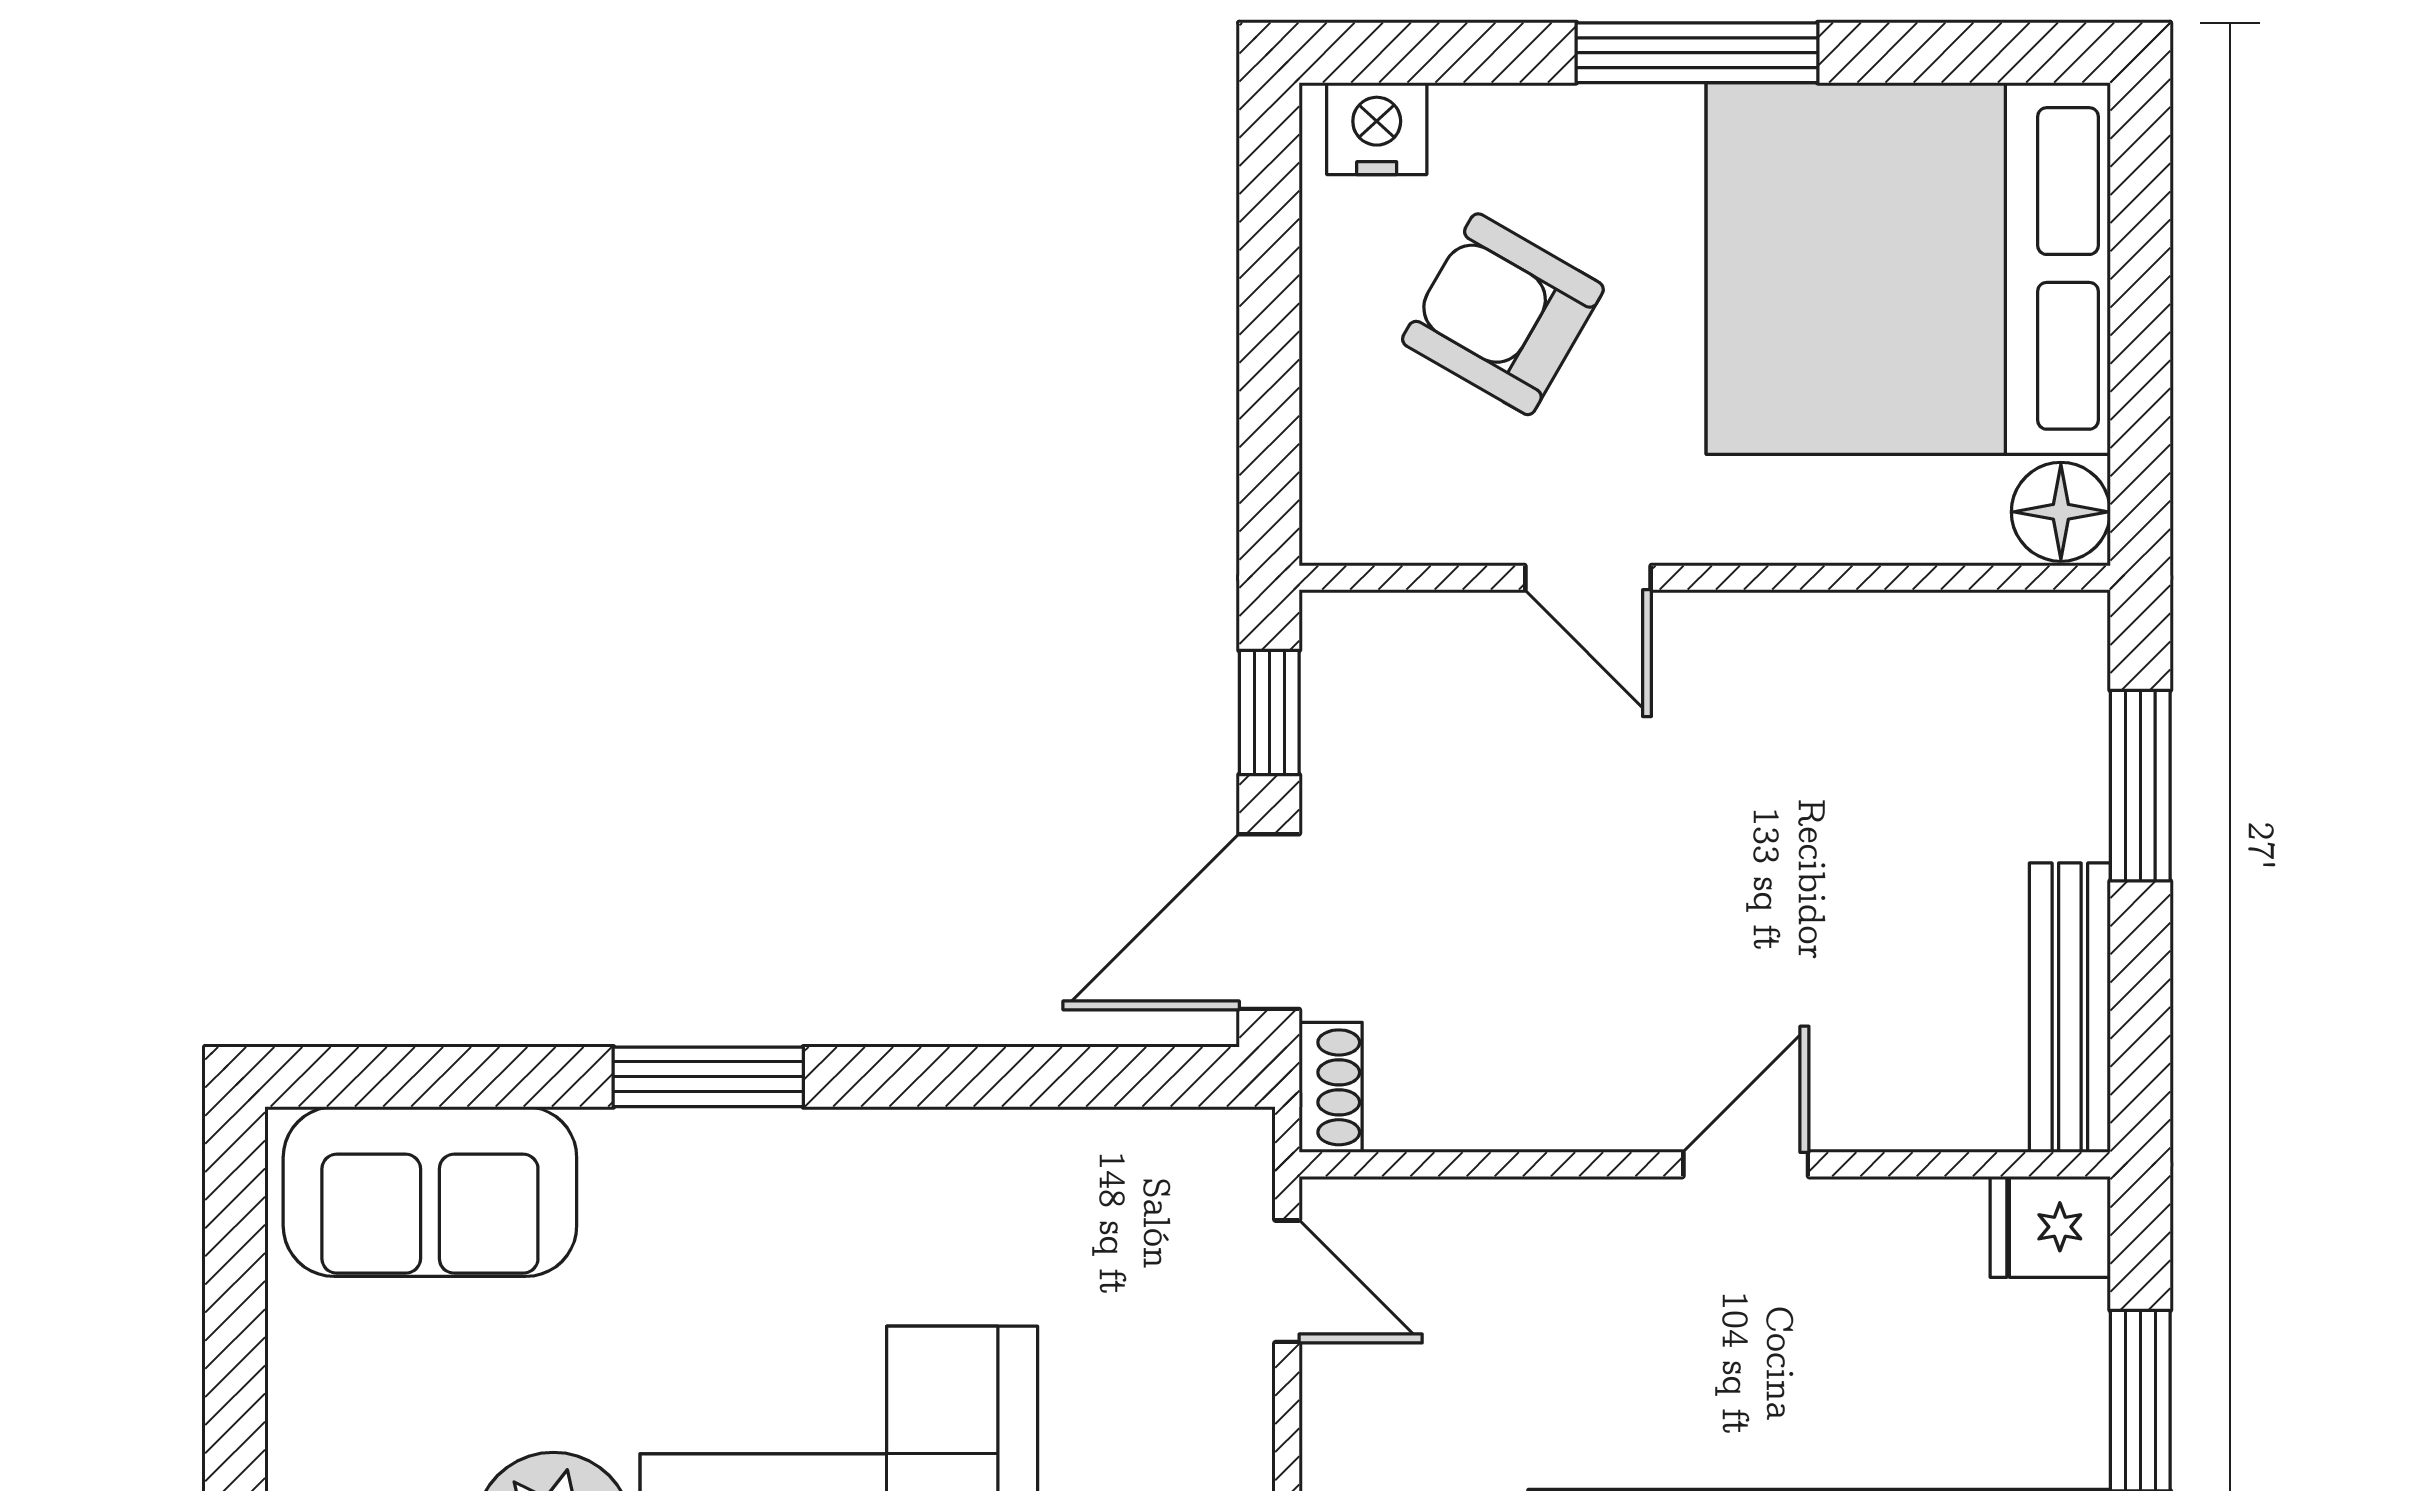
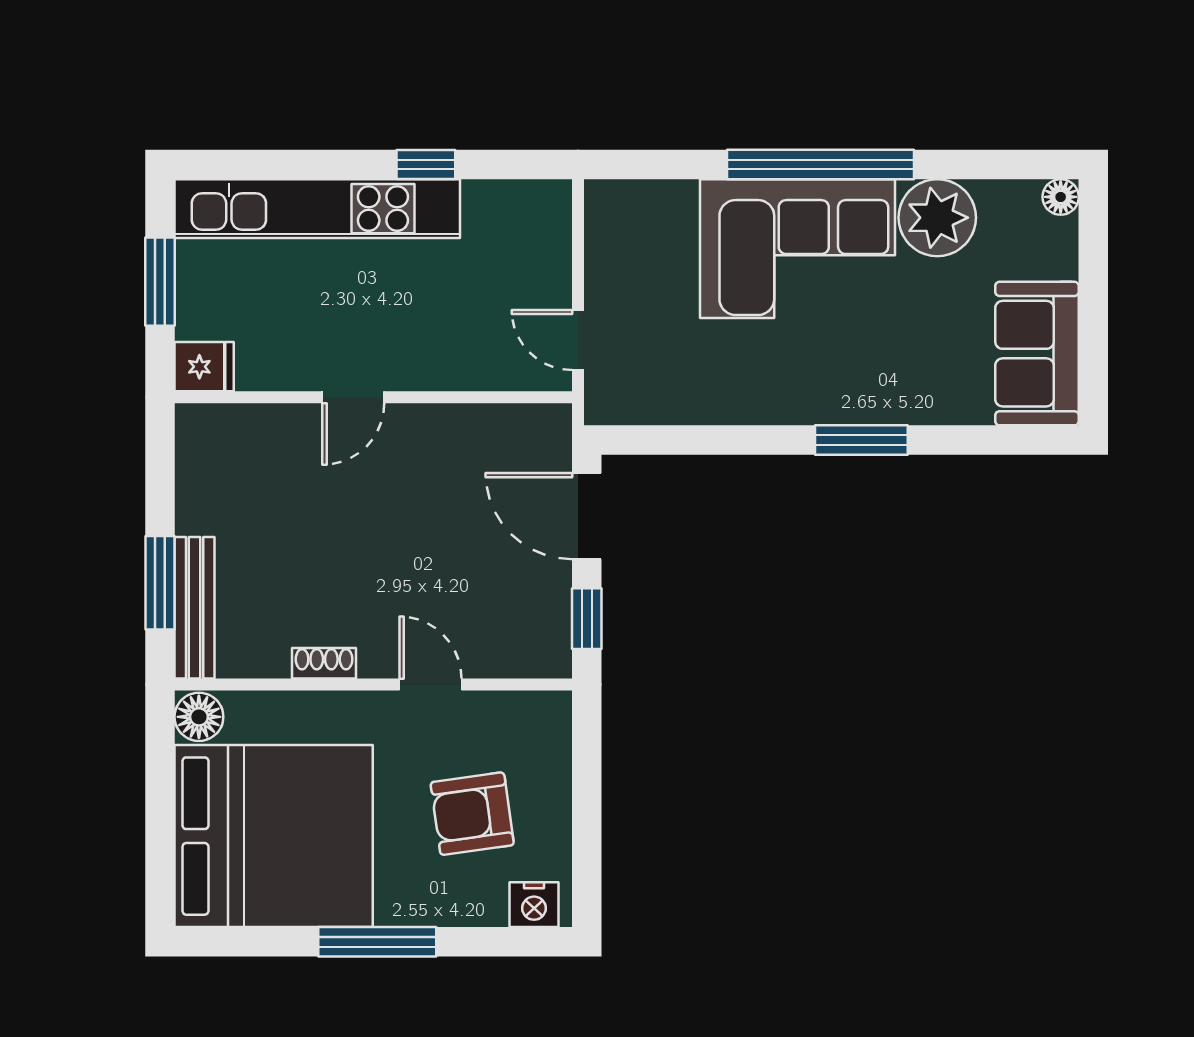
armchair: (1503, 314) -> (472, 814), turned 142
door: (1269, 922) -> (587, 516), swing flipped
bench: (2070, 1008) -> (195, 608), moved
shoe rack: (1331, 1087) -> (324, 663), moved, turned 90
sofa: (430, 1192) -> (1037, 354), moved, turned -90

